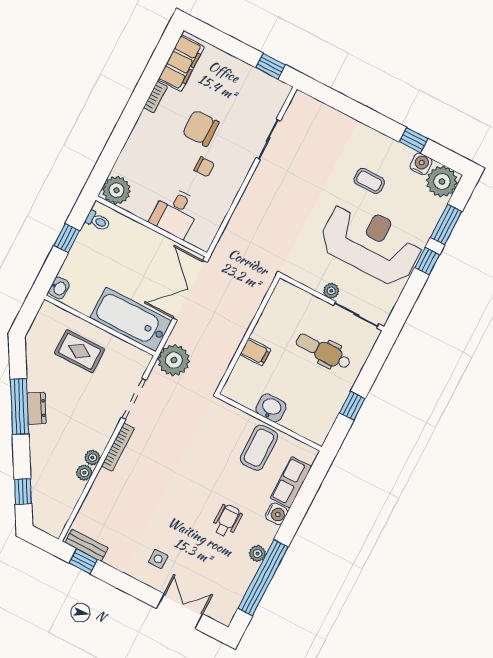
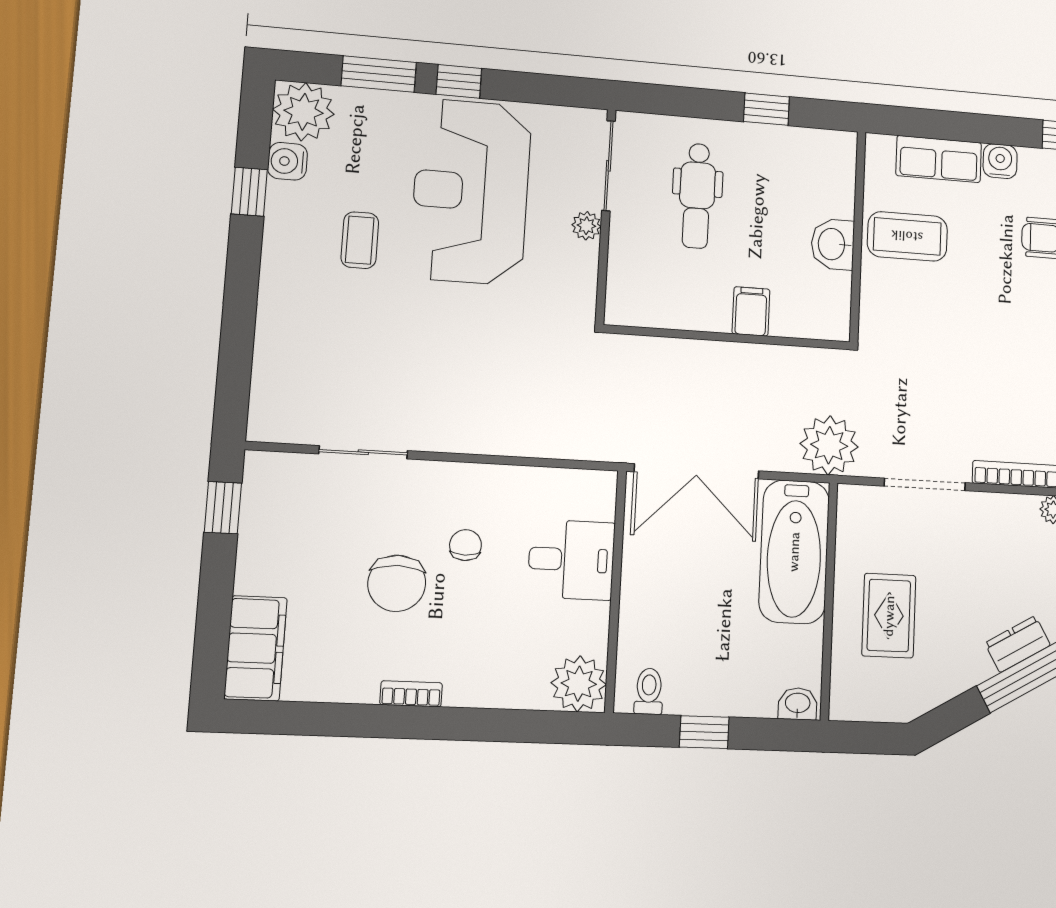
filing cabinet: (181, 63) -> (256, 648), moved, turned 90
bookcase: (156, 97) -> (411, 694), moved

